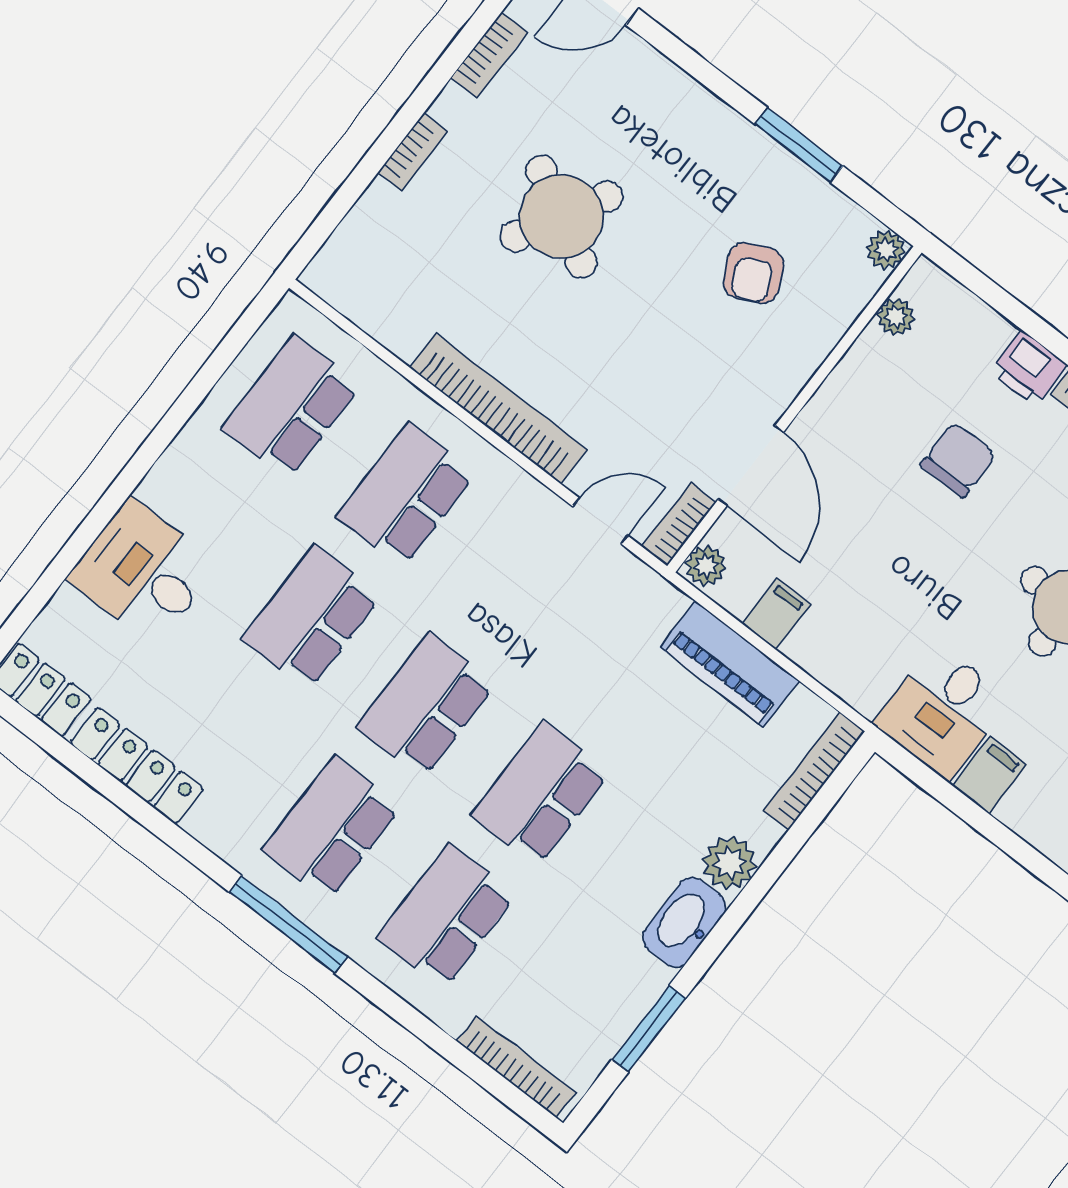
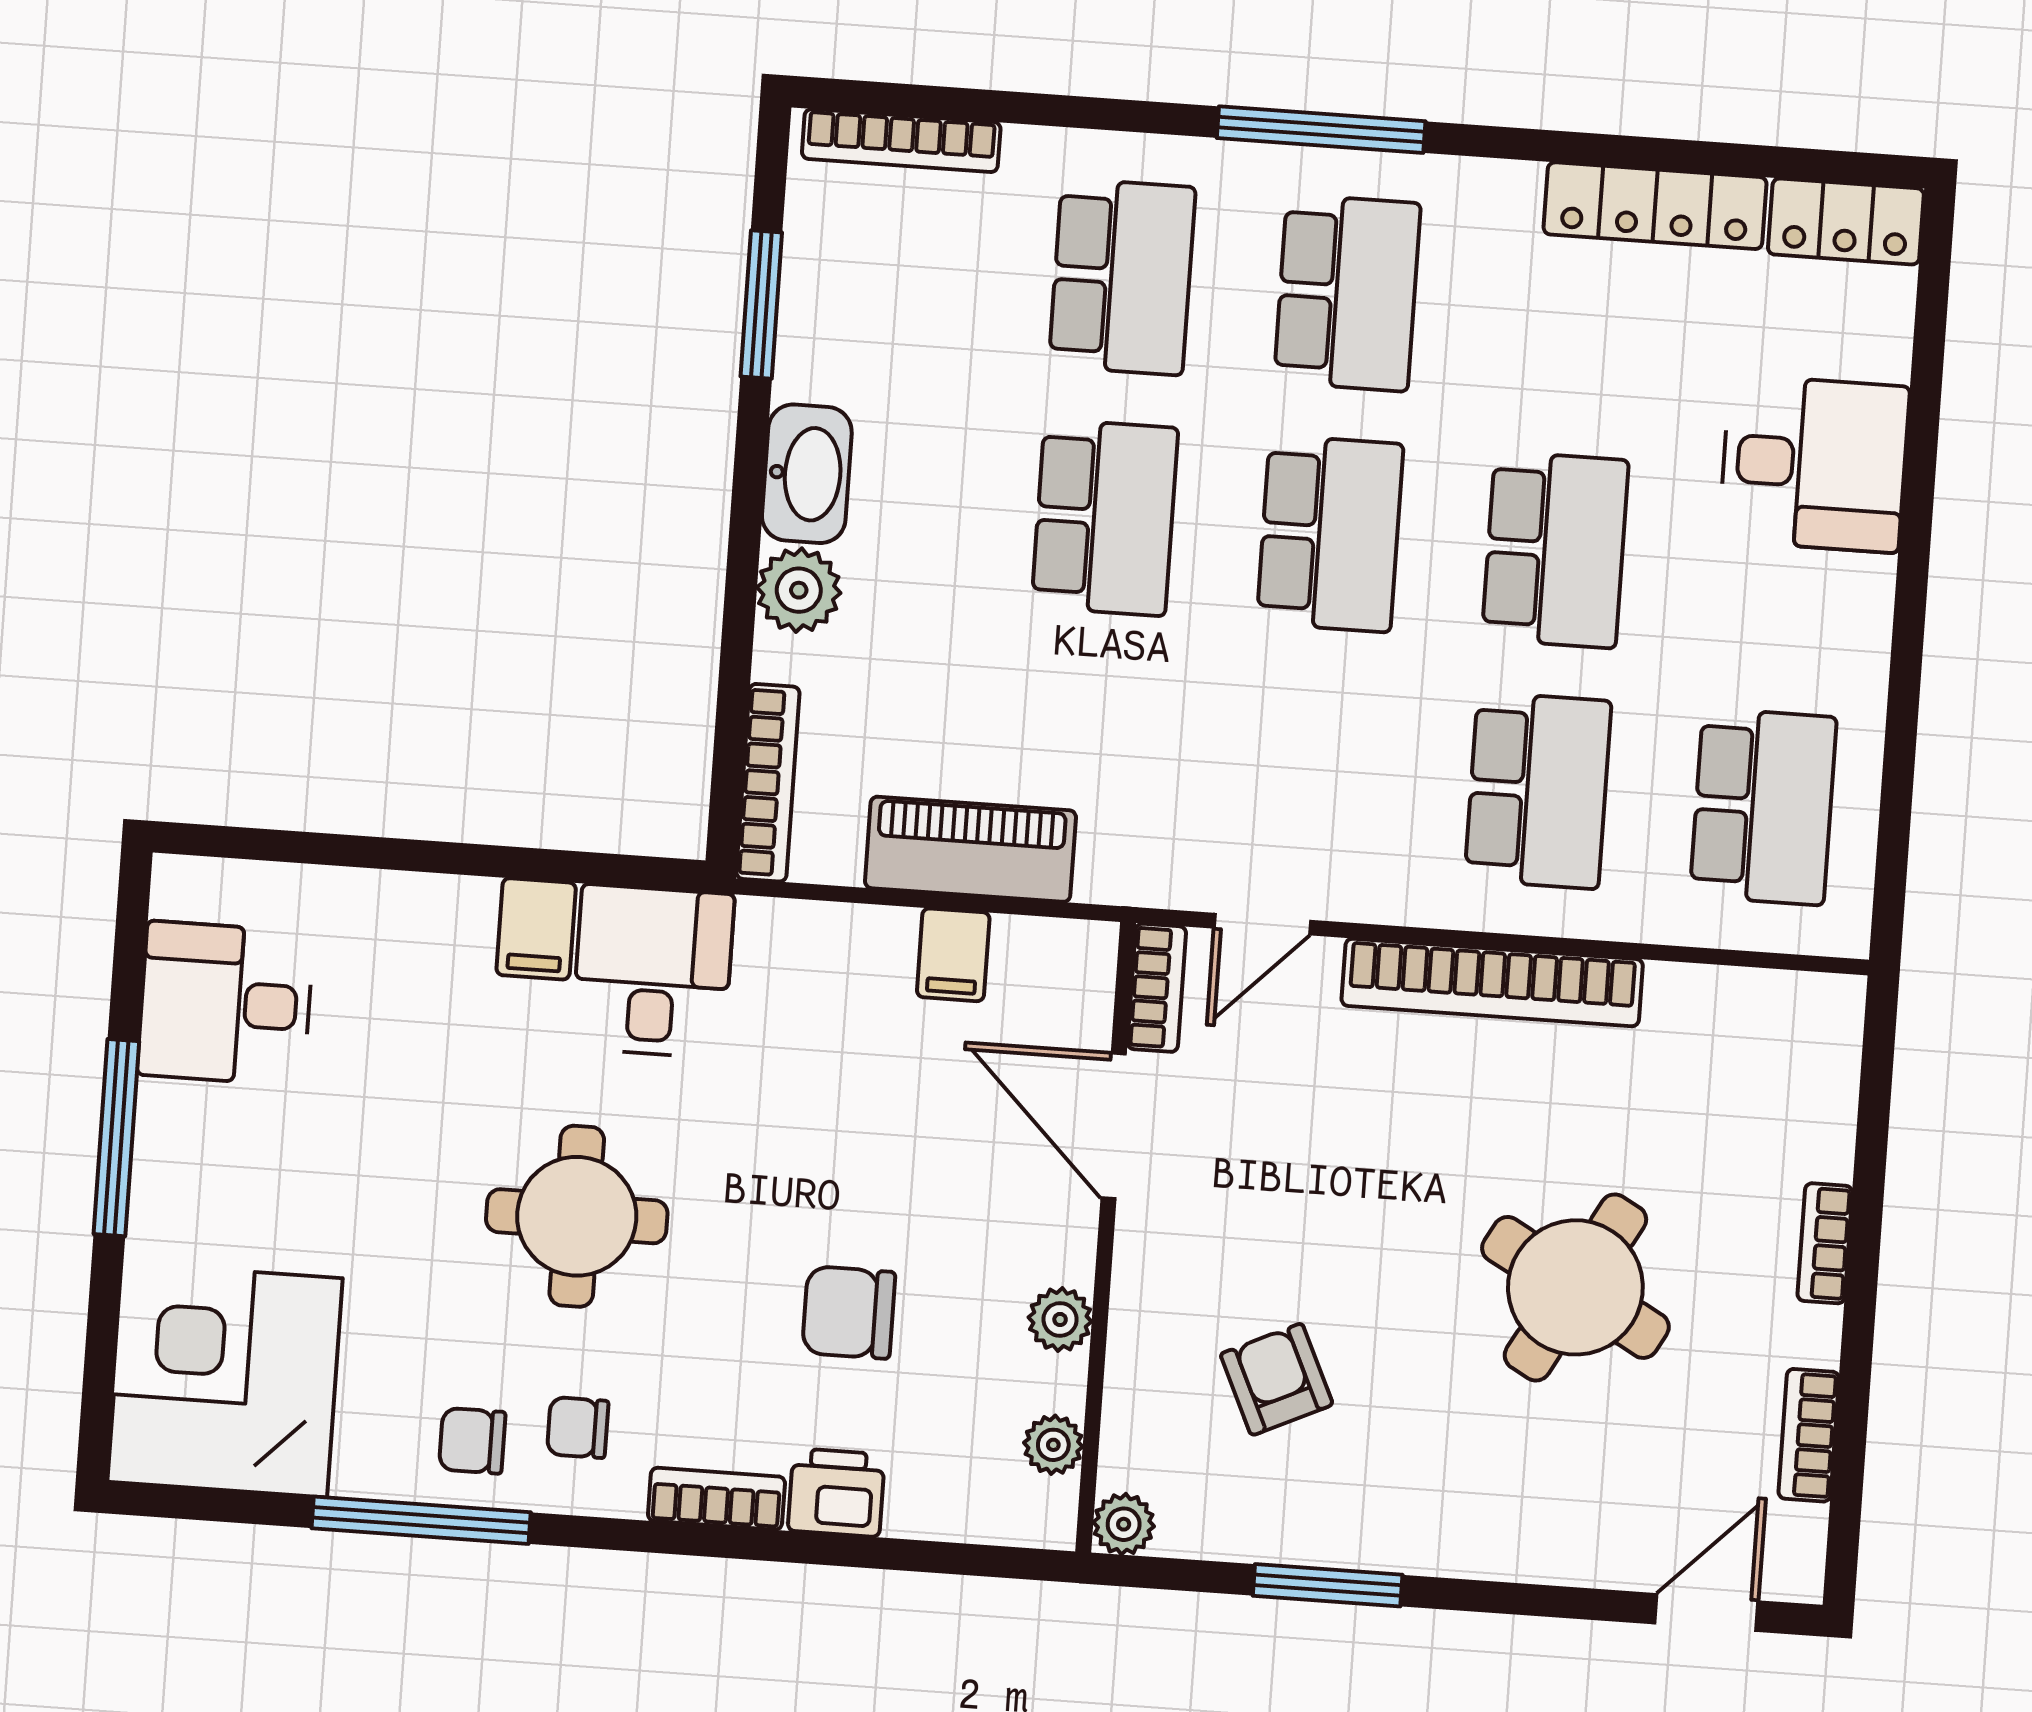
chair: (958, 460) -> (849, 1312), turned 90
plant: (706, 566) -> (1060, 1319), moved

